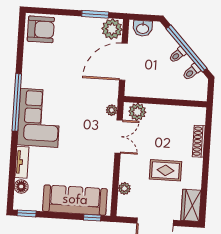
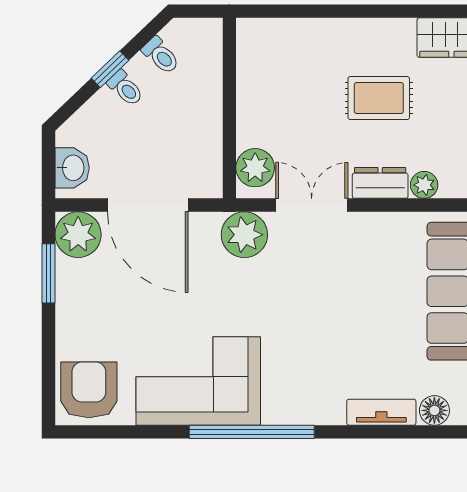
window: (187, 48) -> (110, 69), width x0.32
plant: (112, 110) -> (244, 235), width x1.87, depth x1.87
corner sofa: (39, 118) -> (198, 381), moved
shoe rack: (199, 141) -> (311, 30), removed
dresser: (127, 168) -> (380, 183), added
rug: (165, 170) -> (379, 98), turned 90

